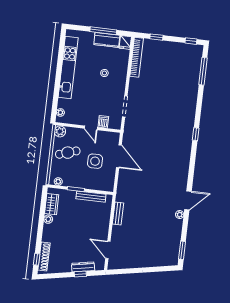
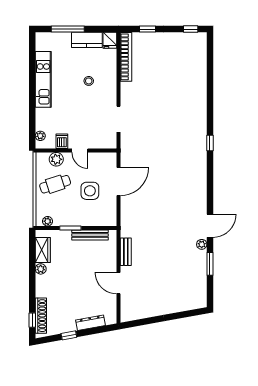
window: (103, 31) -> (68, 29), moved
kitchen unit: (68, 67) -> (43, 79), width x0.73
window: (203, 71) -> (210, 65), removed
dishwasher: (103, 122) -> (62, 141), moved
plant: (60, 131) -> (56, 159), moved
door: (119, 156) -> (119, 181), hinge flipped
door: (108, 250) -> (119, 283), moved
window: (182, 250) -> (210, 264), moved
window: (80, 274) -> (69, 335), moved

